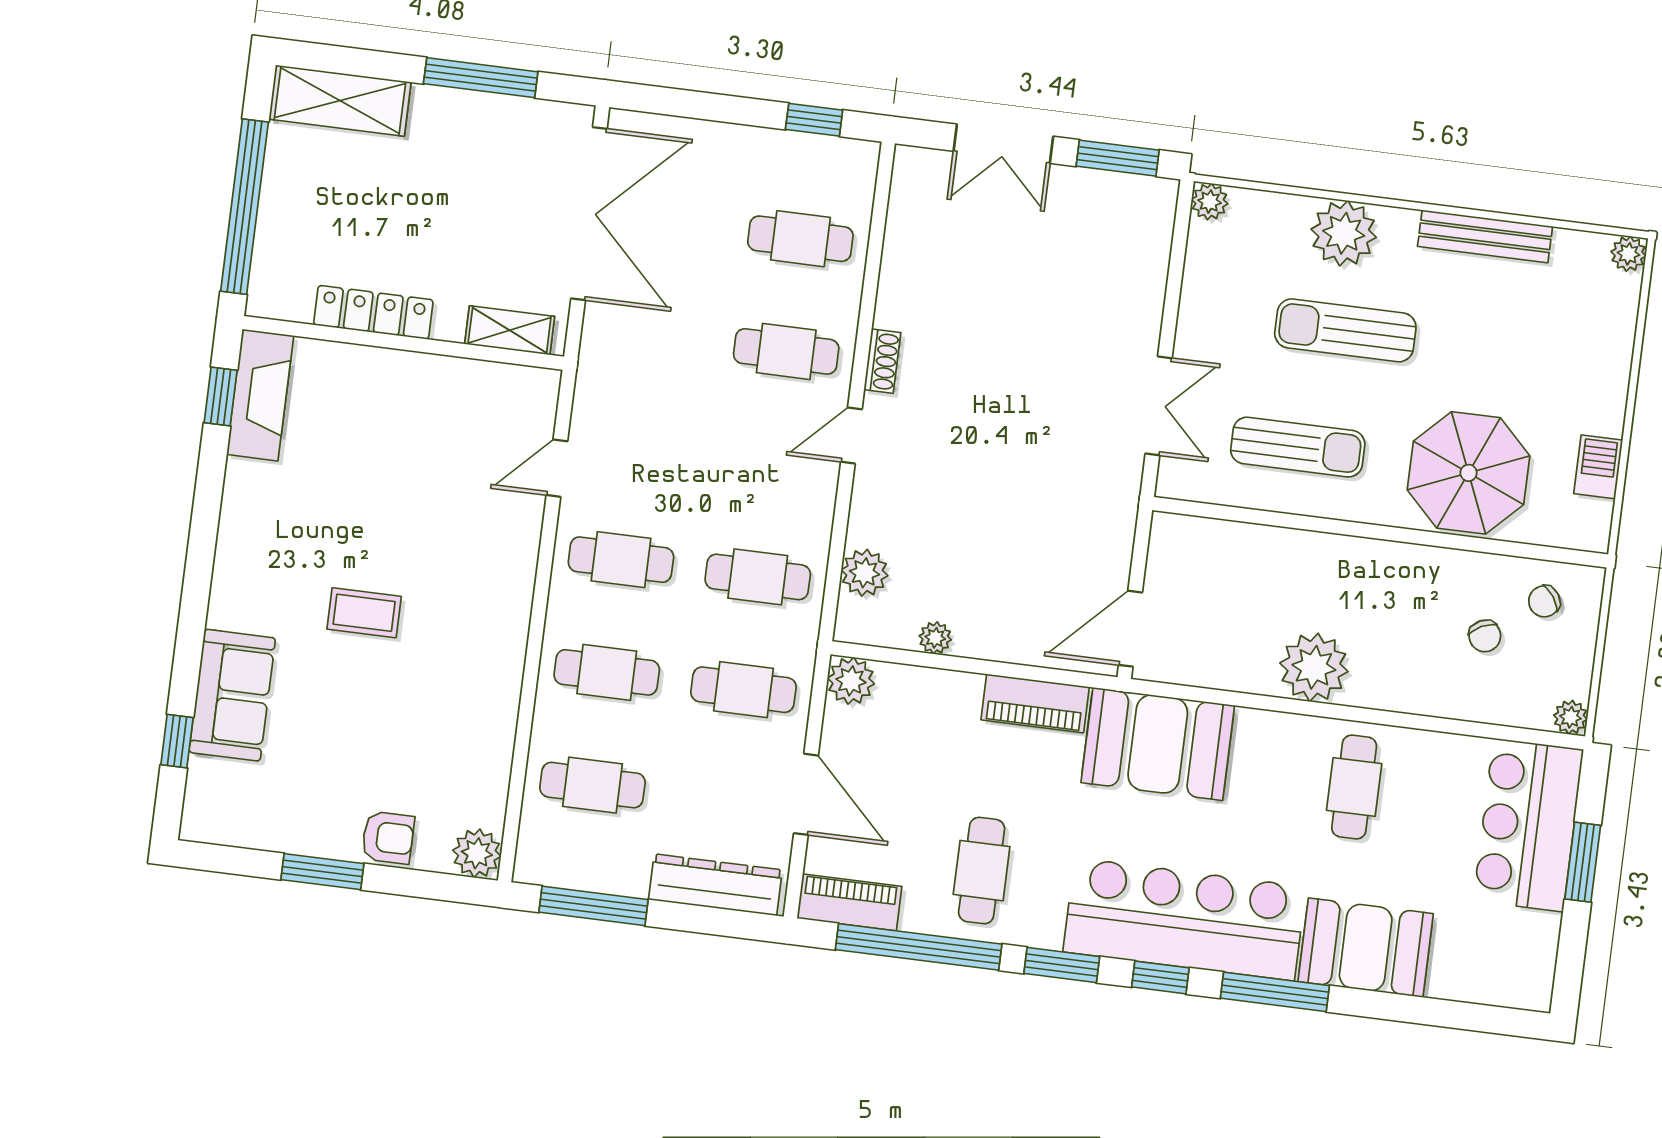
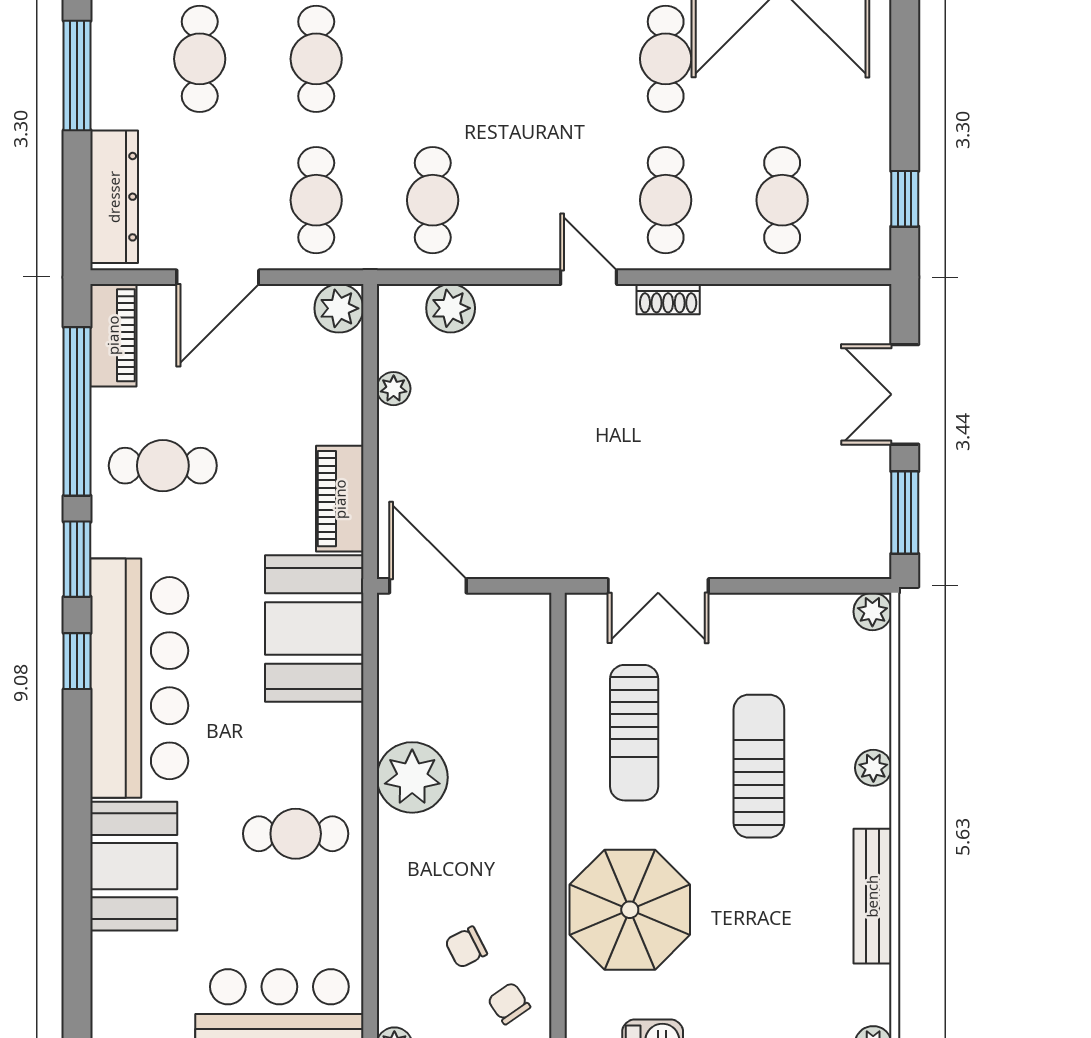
plant: (1344, 233) -> (873, 768), width x0.53, depth x0.53
cafe table: (621, 560) -> (666, 59), moved
window: (1275, 992) -> (77, 780), removed

